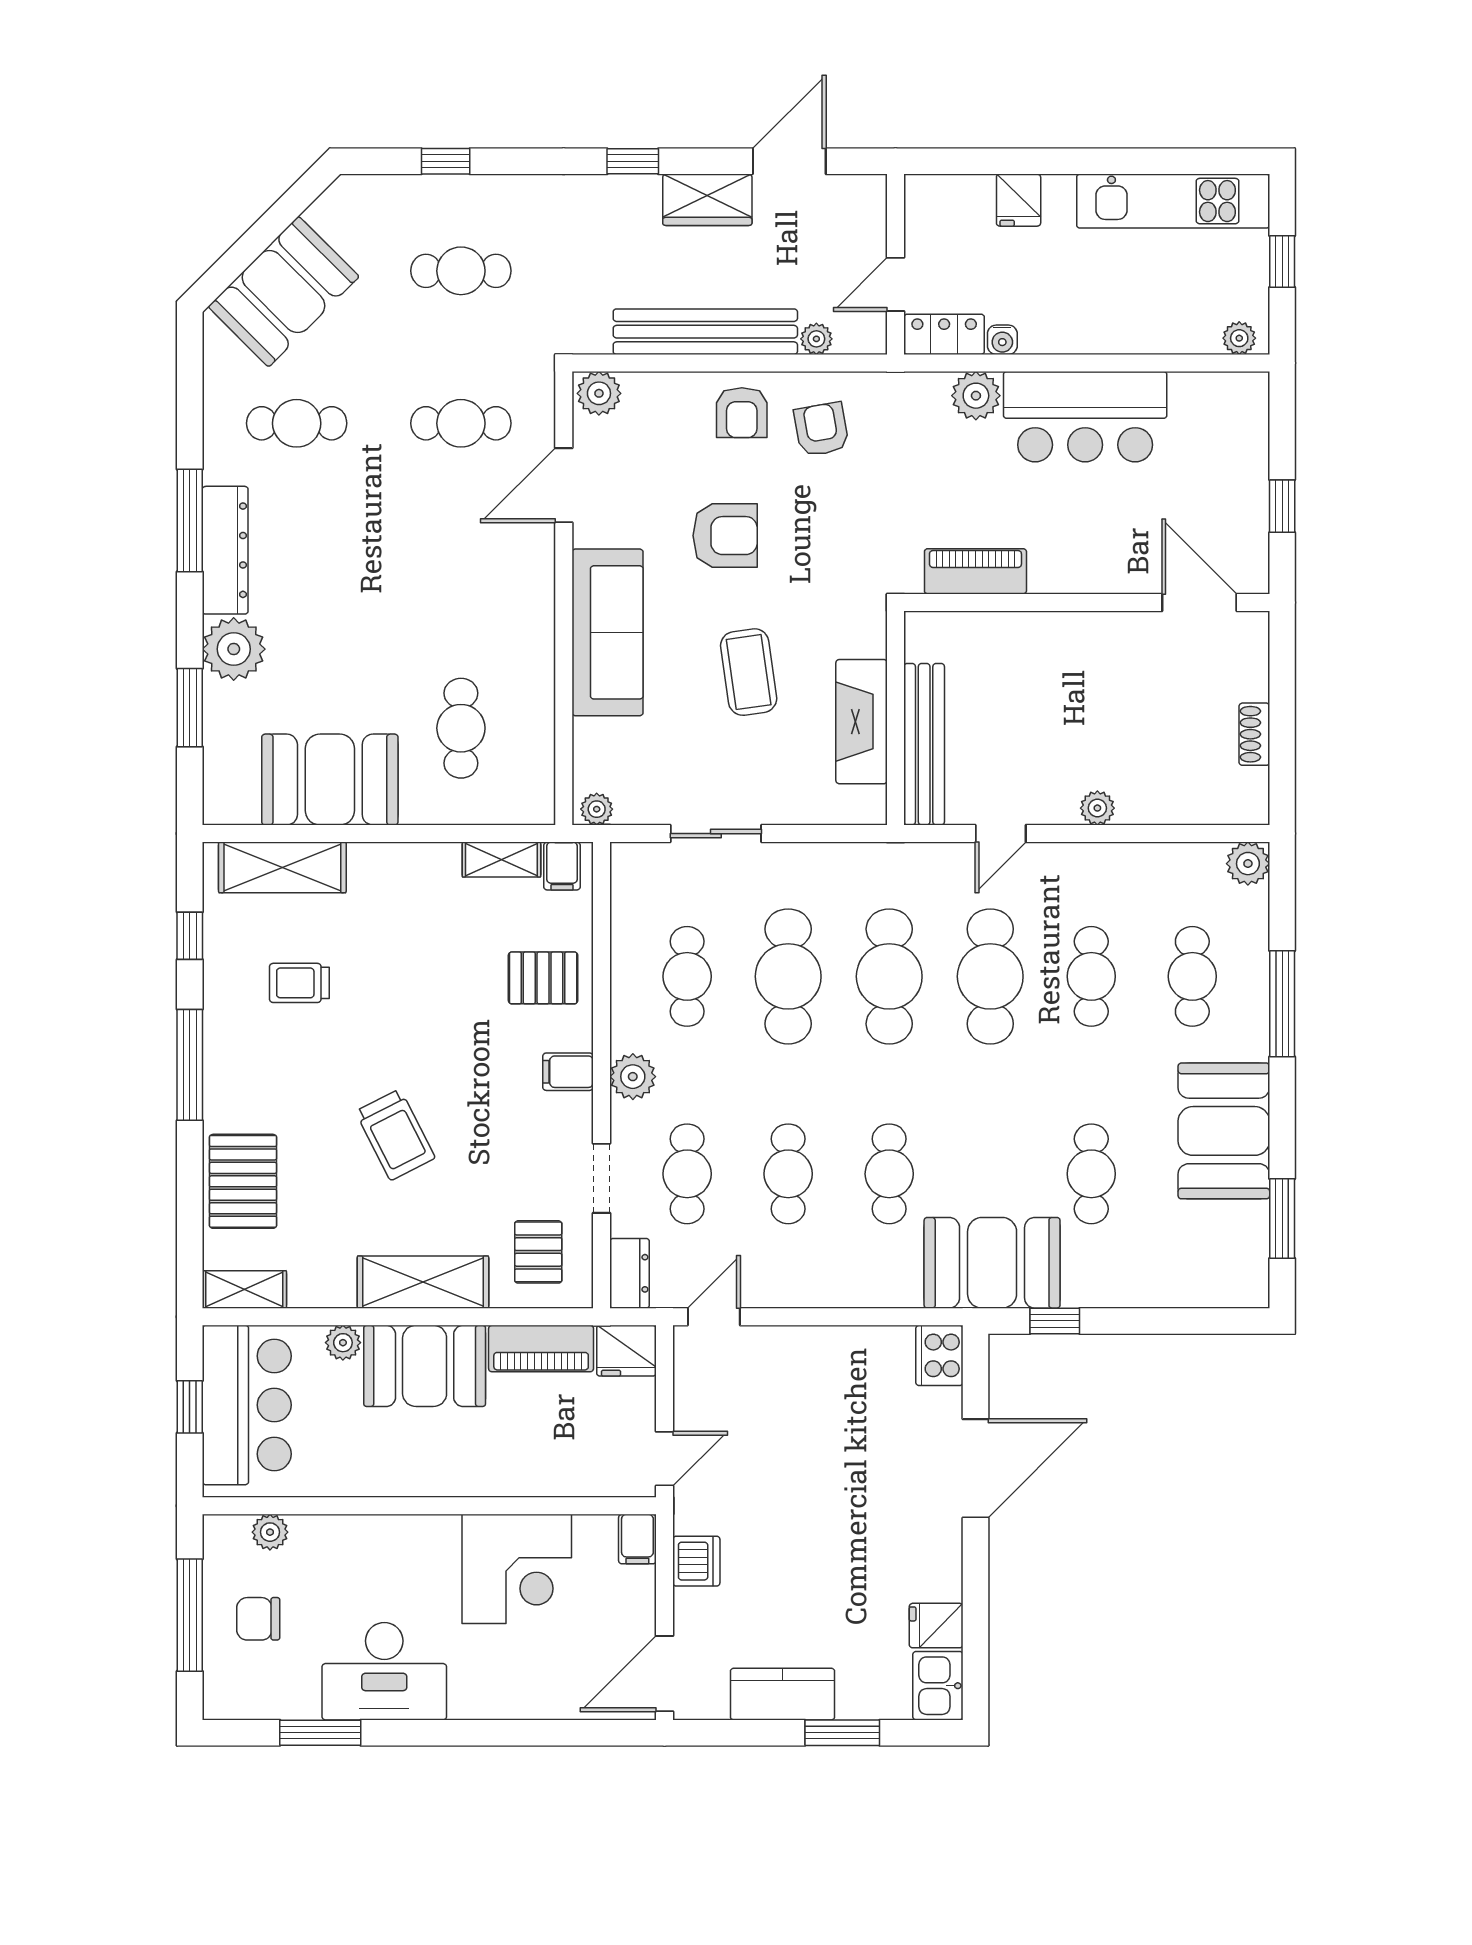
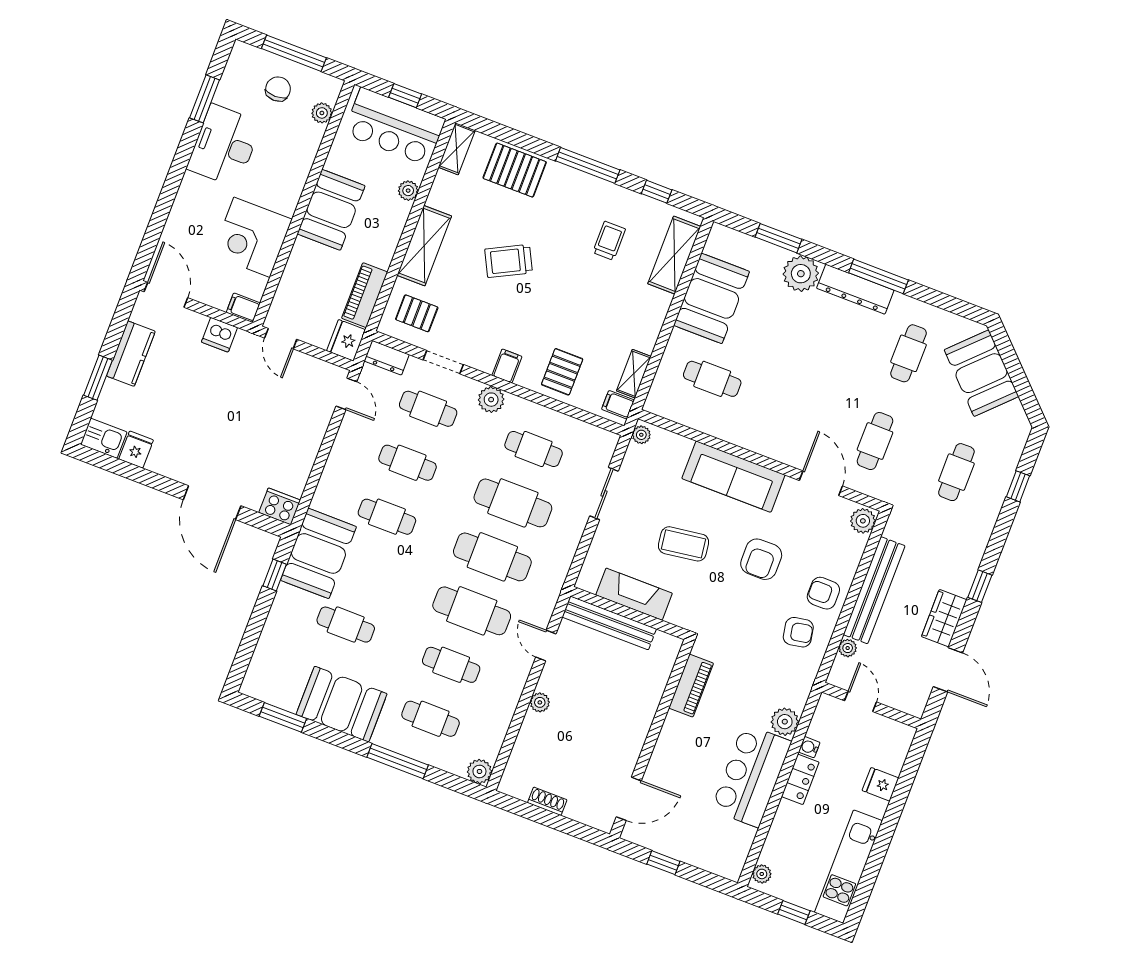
locker: (944, 334) -> (800, 779), moved
booth: (425, 1366) -> (331, 210), moved

